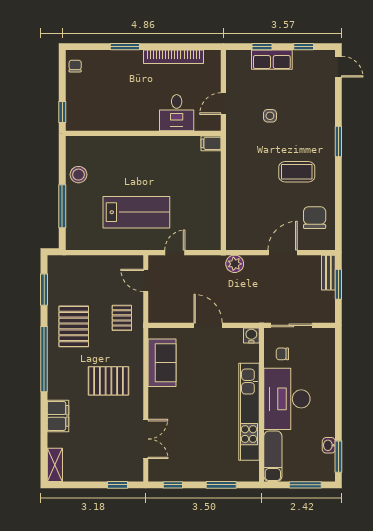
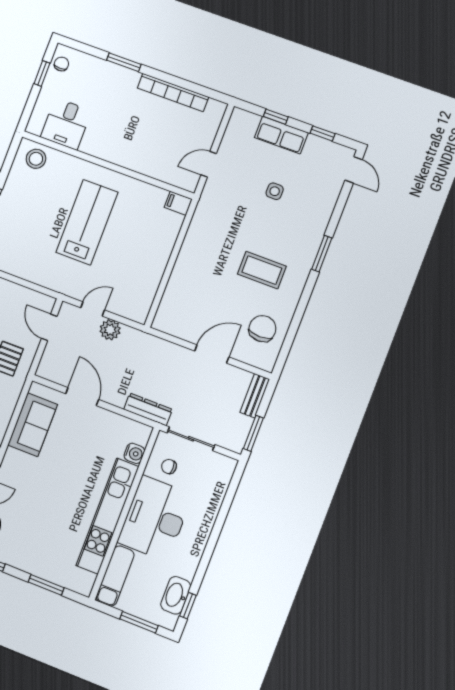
window: (62, 112) -> (42, 73), moved
desk: (177, 113) -> (66, 124), moved
side table: (270, 116) -> (275, 191), moved
stool: (78, 175) -> (36, 159), moved
lab bench: (136, 212) -> (87, 222), moved, turned -90
plant: (235, 264) -> (110, 330), moved
window: (338, 284) -> (253, 433), moved
dresser: (249, 315) -> (148, 409), added
door: (208, 325) -> (82, 397), moved
water cooler: (251, 335) -> (134, 453), moved, turned 90
washbasin: (329, 445) -> (176, 595), width x1.91, depth x1.45
window: (338, 457) -> (188, 606), width x0.67

